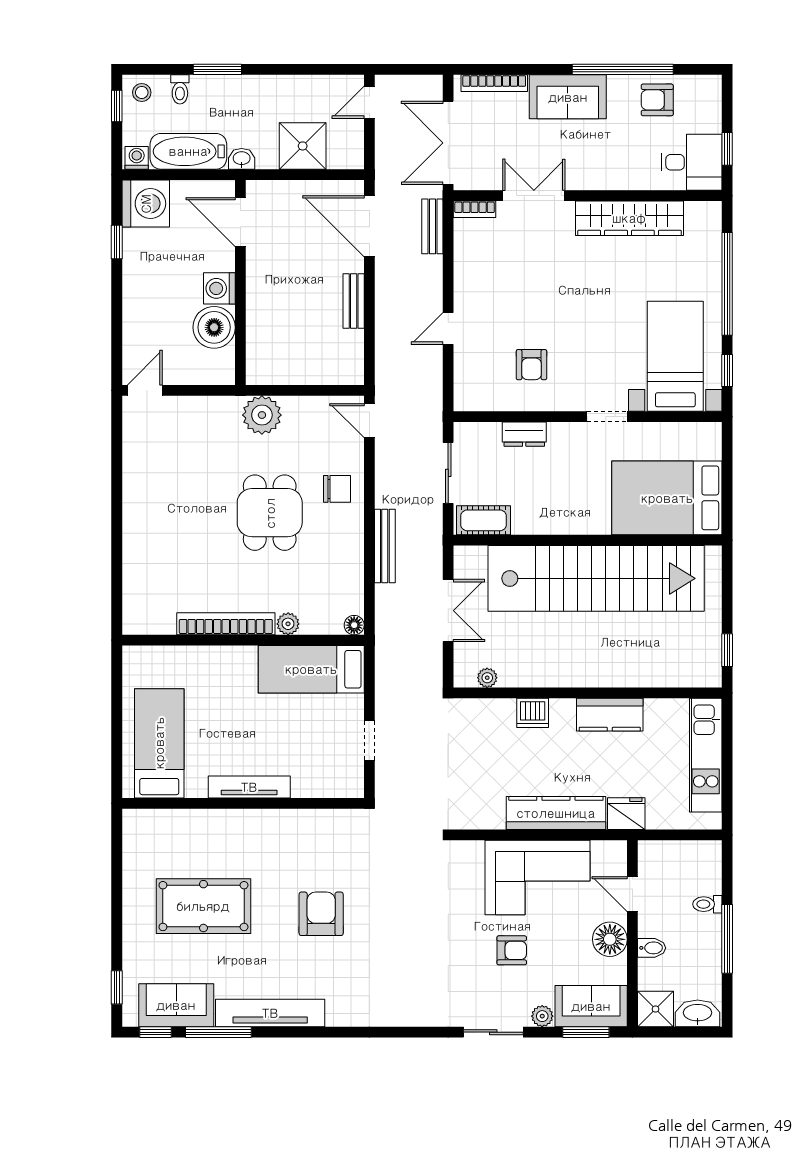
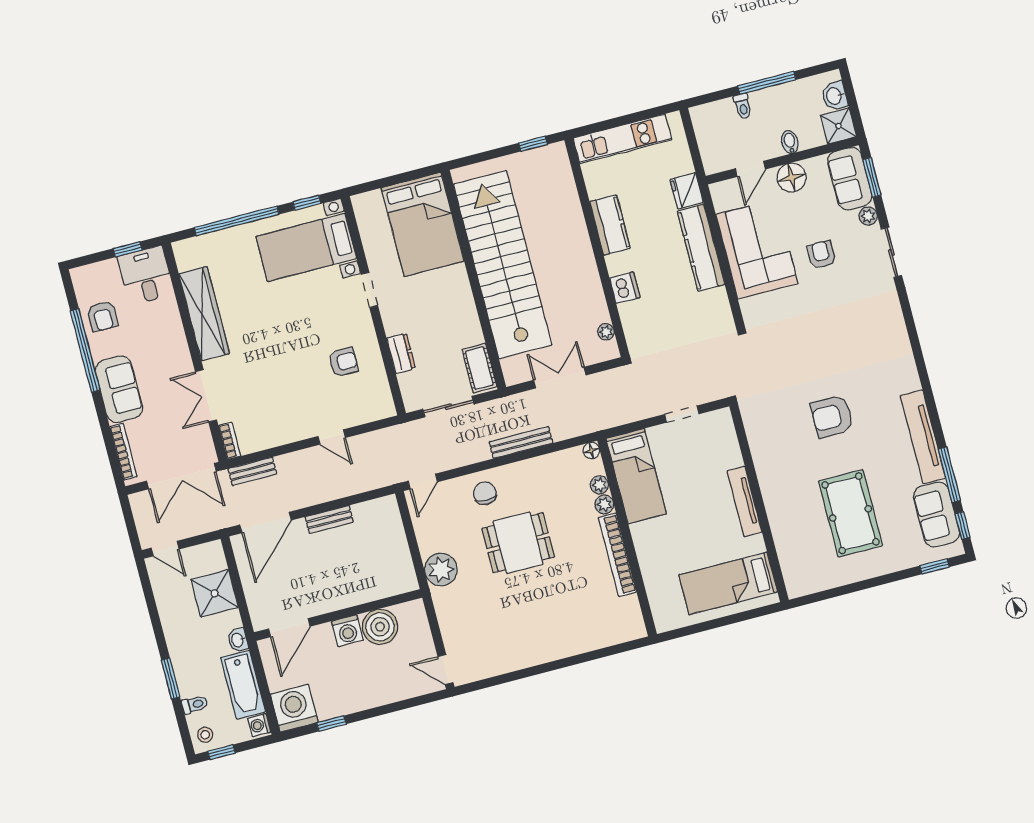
plant: (312, 624) -> (599, 485), added
washbasin: (698, 1013) -> (835, 96), width x0.72

